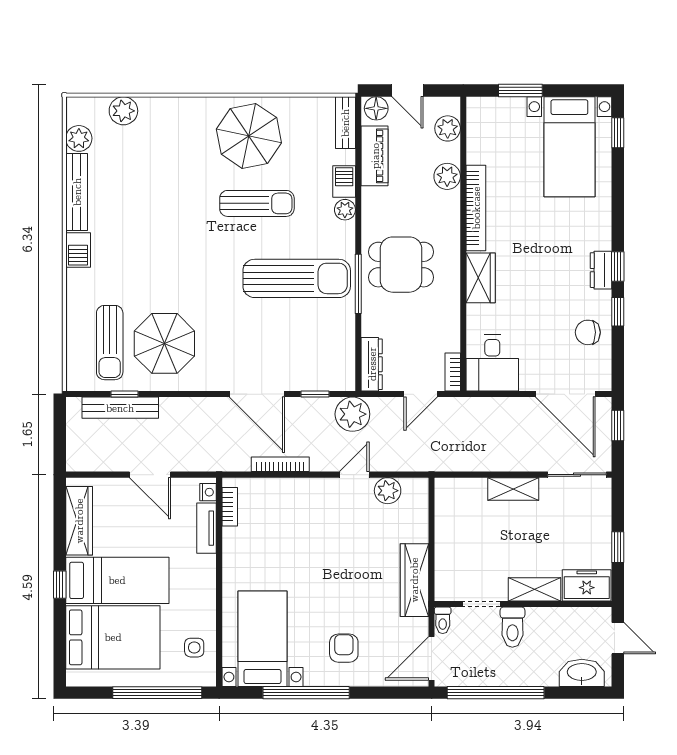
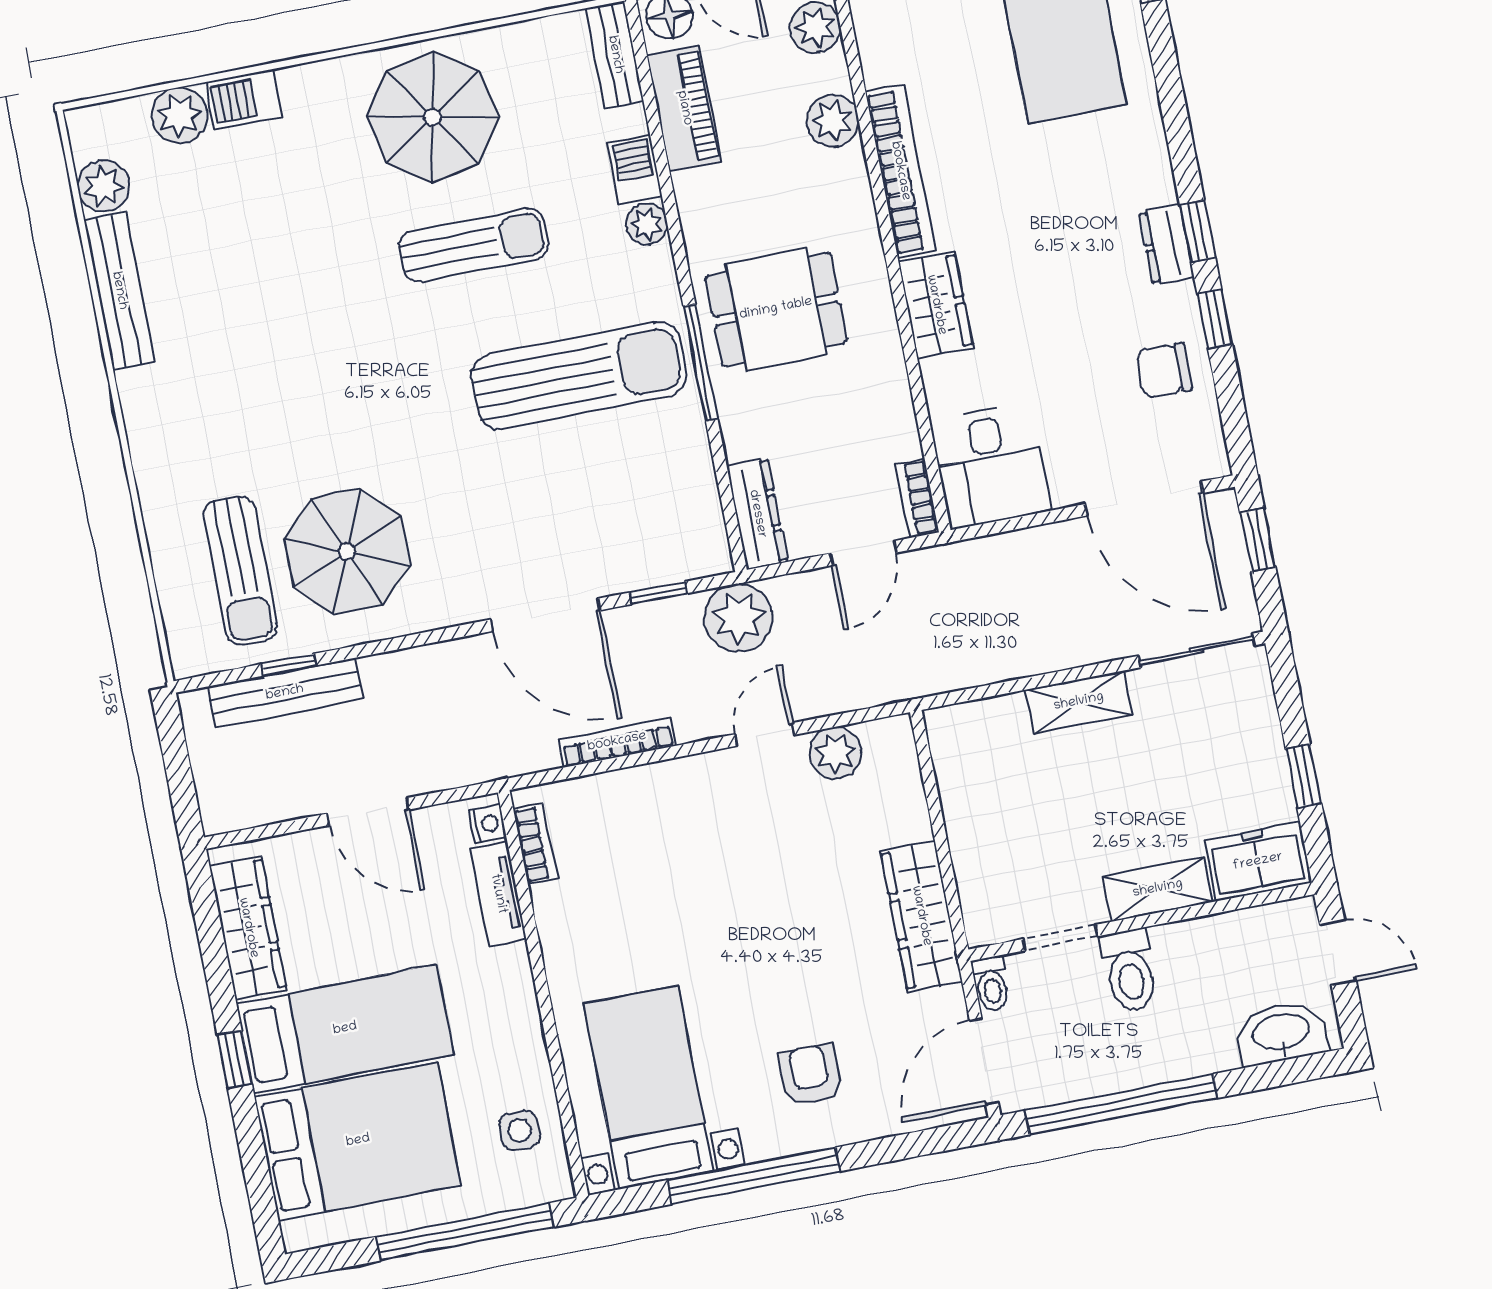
barbecue: (78, 250) -> (244, 99), moved, turned 90

